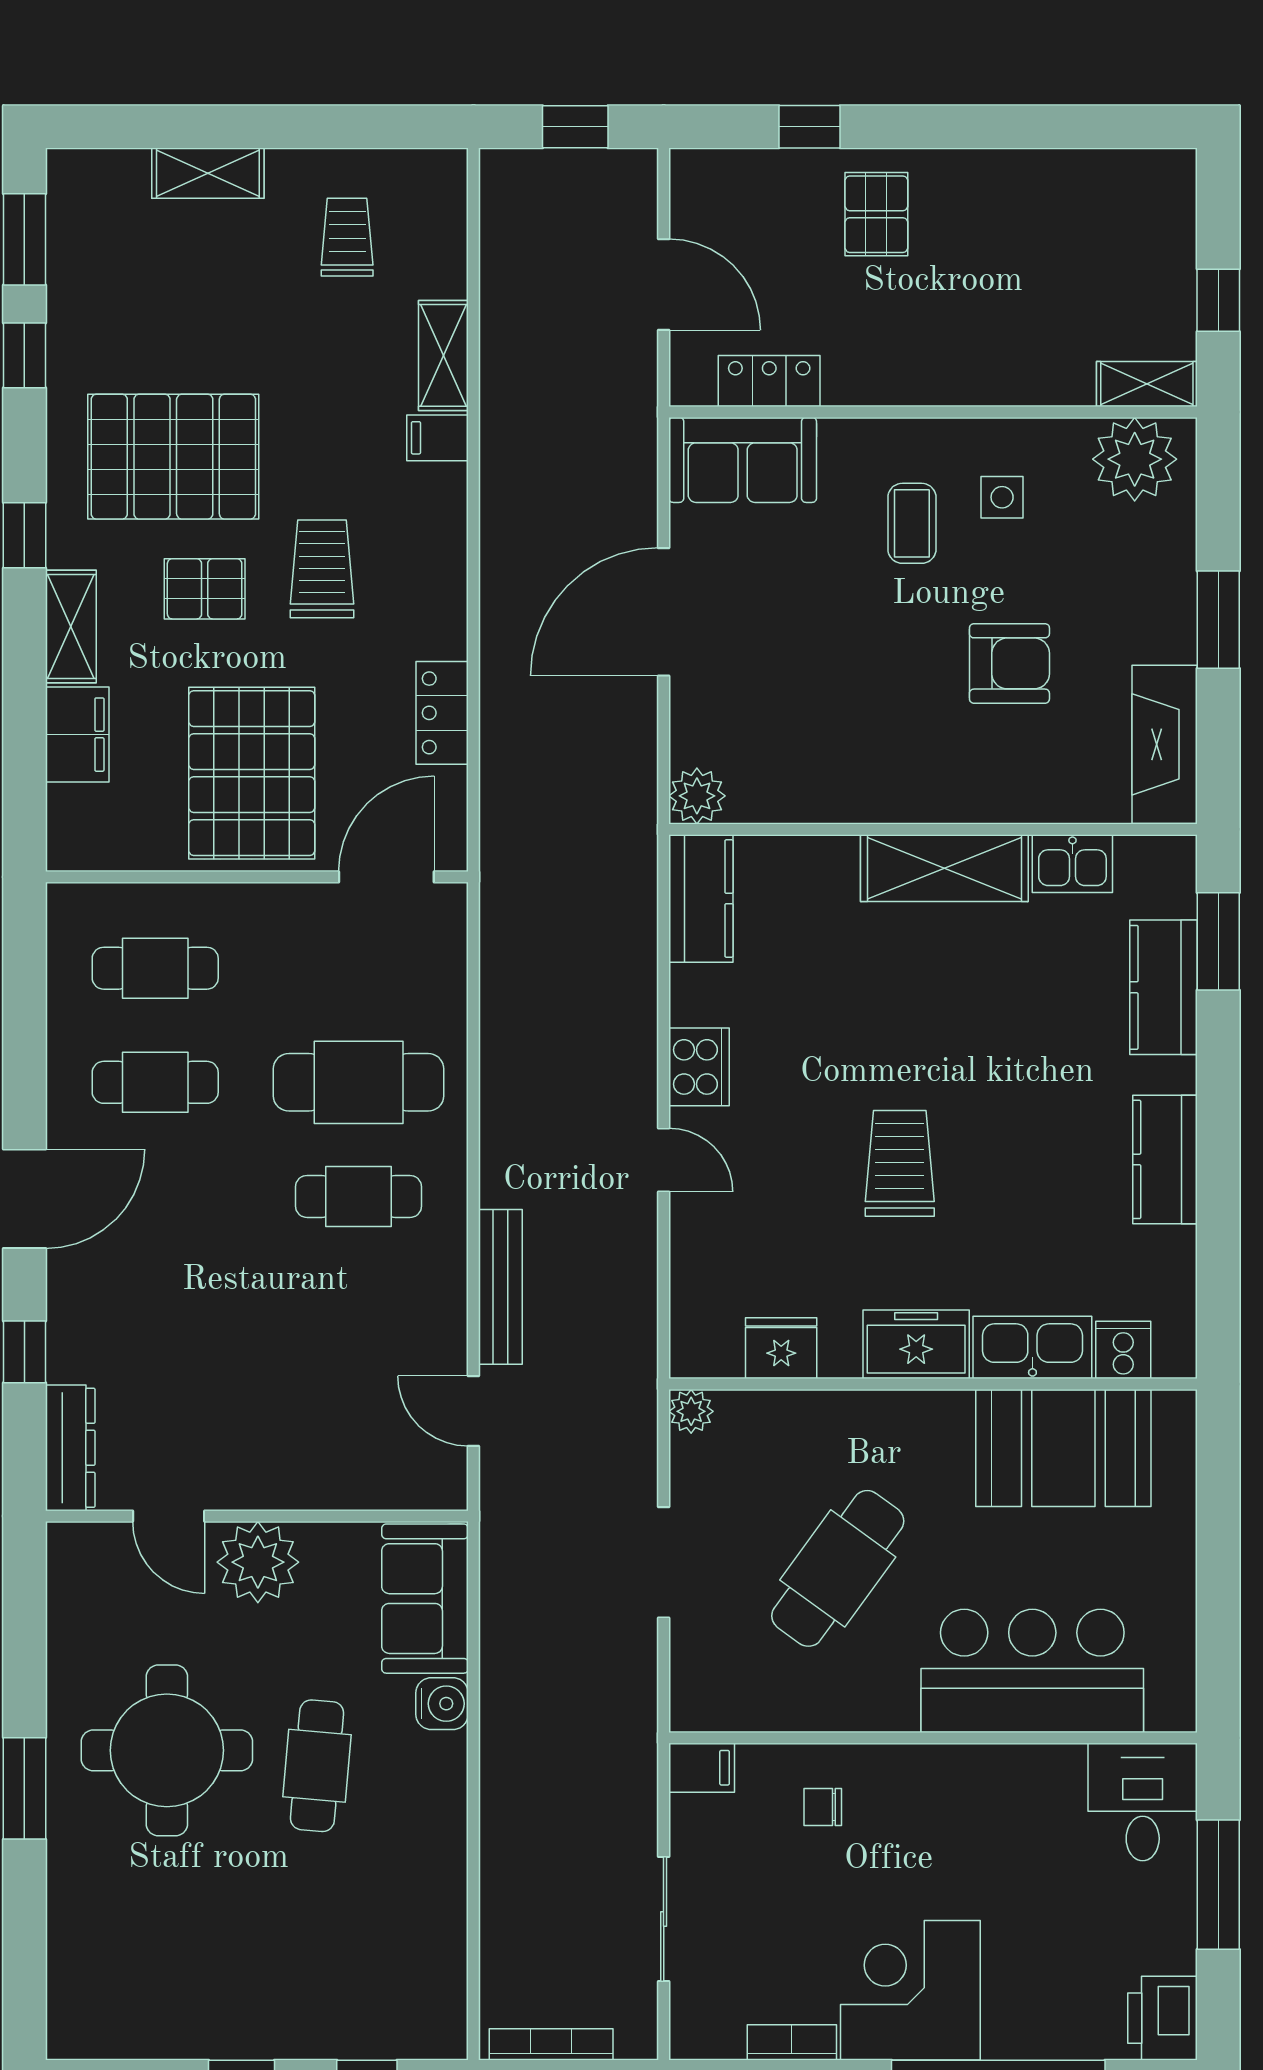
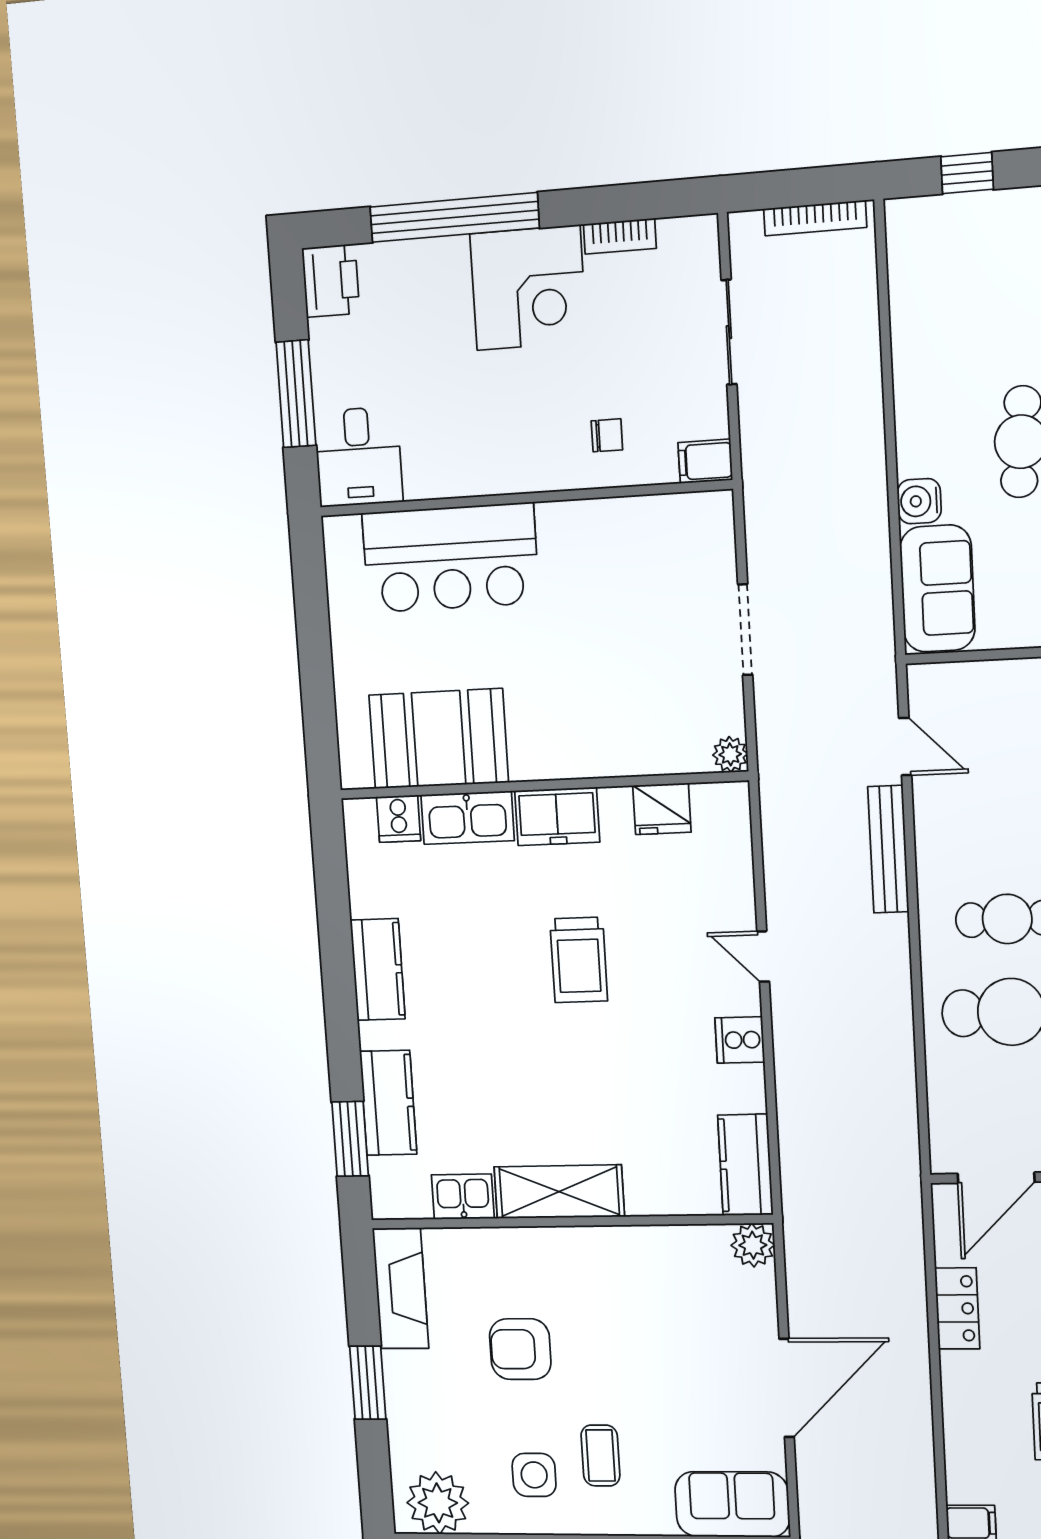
side table: (1002, 497) -> (534, 1475), width x1.37, depth x1.37
cooker: (699, 1067) -> (740, 1040), width x0.73
cafe table: (838, 1568) -> (607, 632), removed

